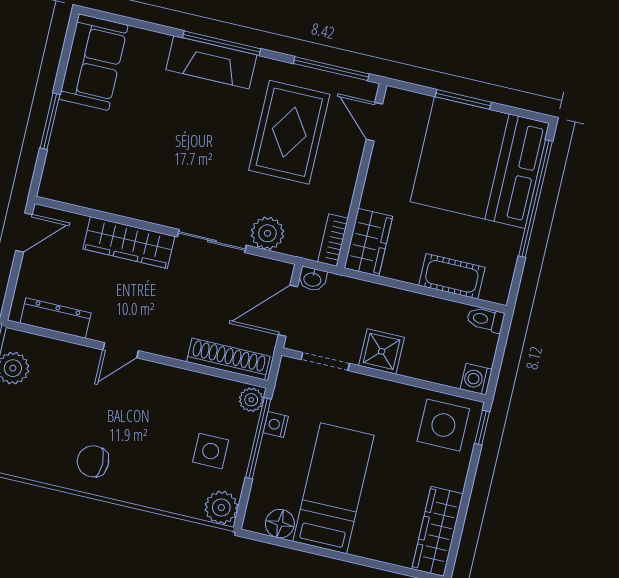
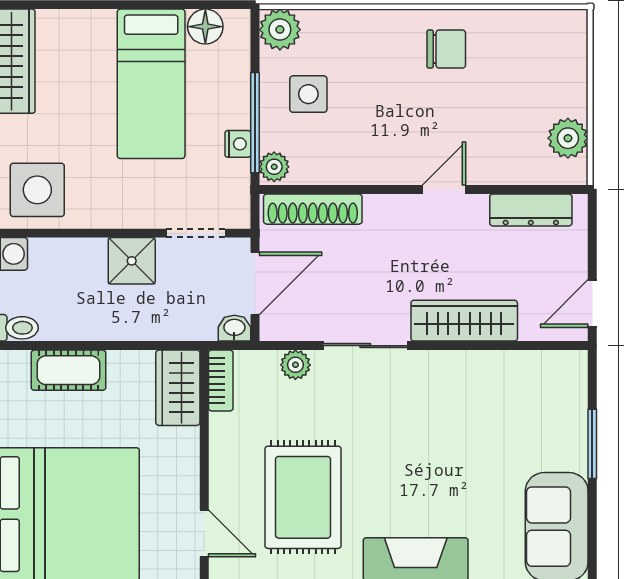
plant: (267, 233) -> (295, 365), width x0.73, depth x0.73

